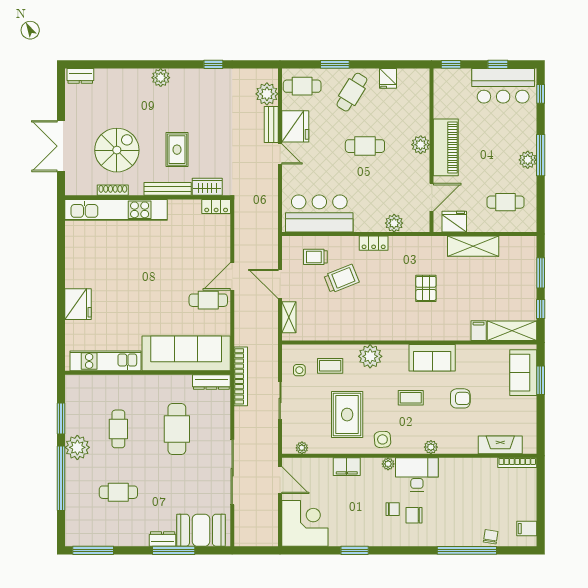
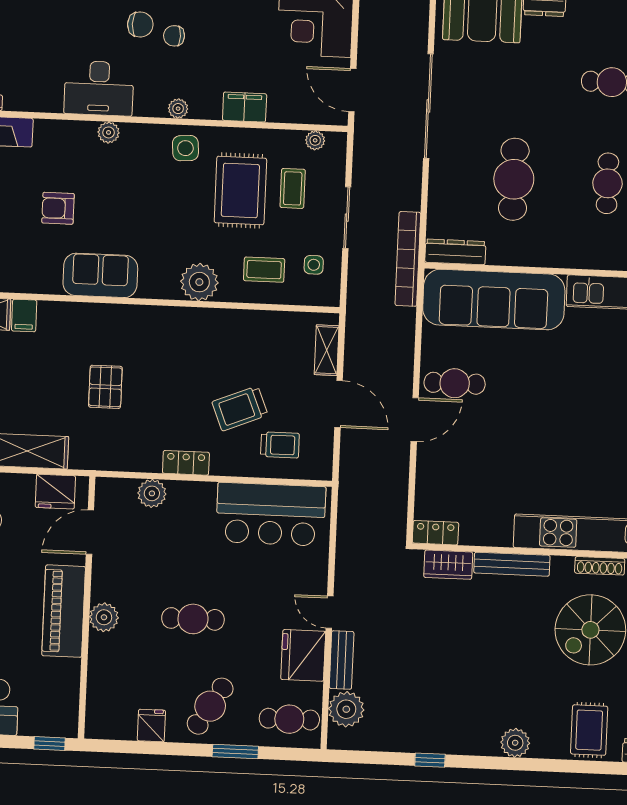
rug: (177, 150) -> (589, 730), moved
coffee table: (411, 398) -> (293, 188), moved, turned 90
desk: (417, 474) -> (99, 88), moved

